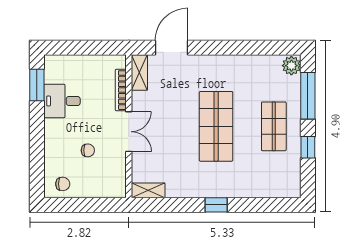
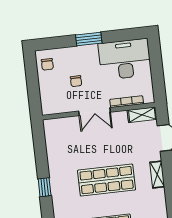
window: (37, 85) -> (89, 39), moved
desk: (62, 101) -> (125, 59), width x1.87, depth x1.30
shelving: (148, 190) -> (157, 175), moved

